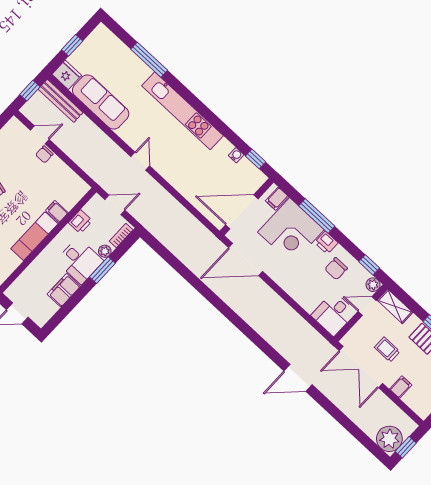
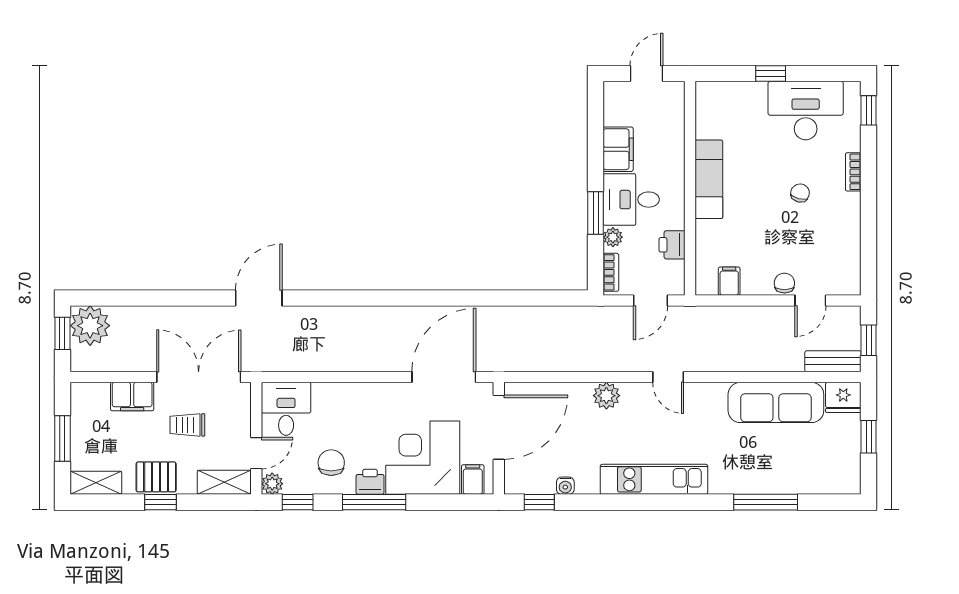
bench: (61, 101) -> (833, 361), width x0.73
kitchen unit: (182, 111) -> (654, 479), width x0.73
plant: (177, 179) -> (606, 396), added
filing cabinet: (57, 212) -> (729, 281), moved, turned -90
window: (317, 216) -> (374, 502), moved
trolley: (387, 349) -> (187, 425), turned 180
filing cabinet: (401, 387) -> (132, 397), width x2.00

